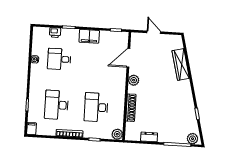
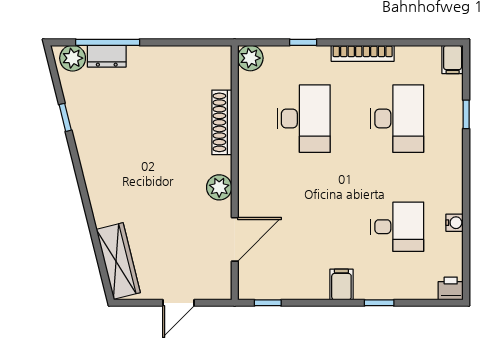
door: (154, 32) -> (178, 303), hinge flipped
printer: (55, 33) -> (451, 288), moved
filing cabinet: (89, 36) -> (341, 284), width x0.50
wardrobe: (181, 64) -> (118, 261), moved
dresser: (149, 137) -> (107, 56), moved

